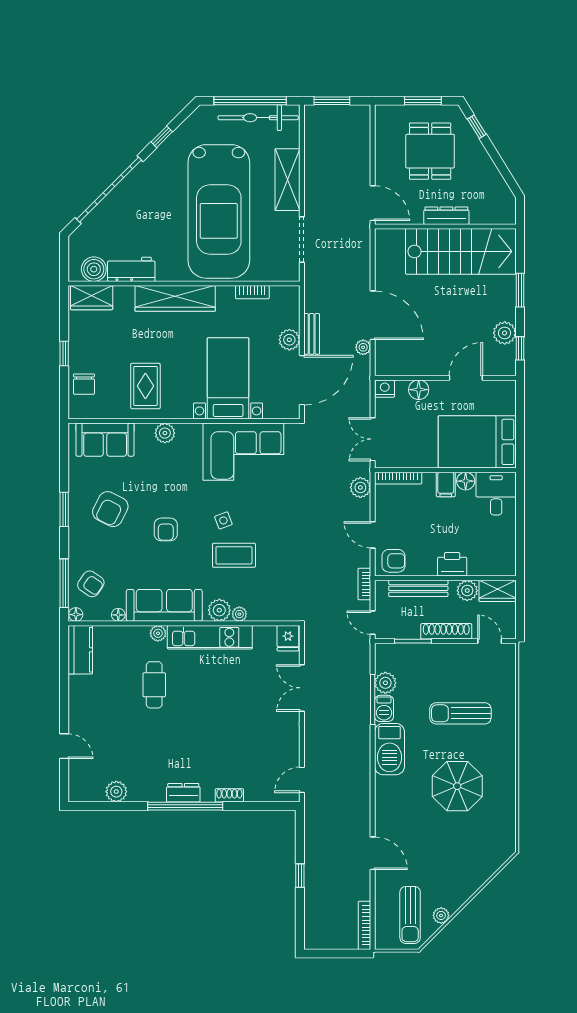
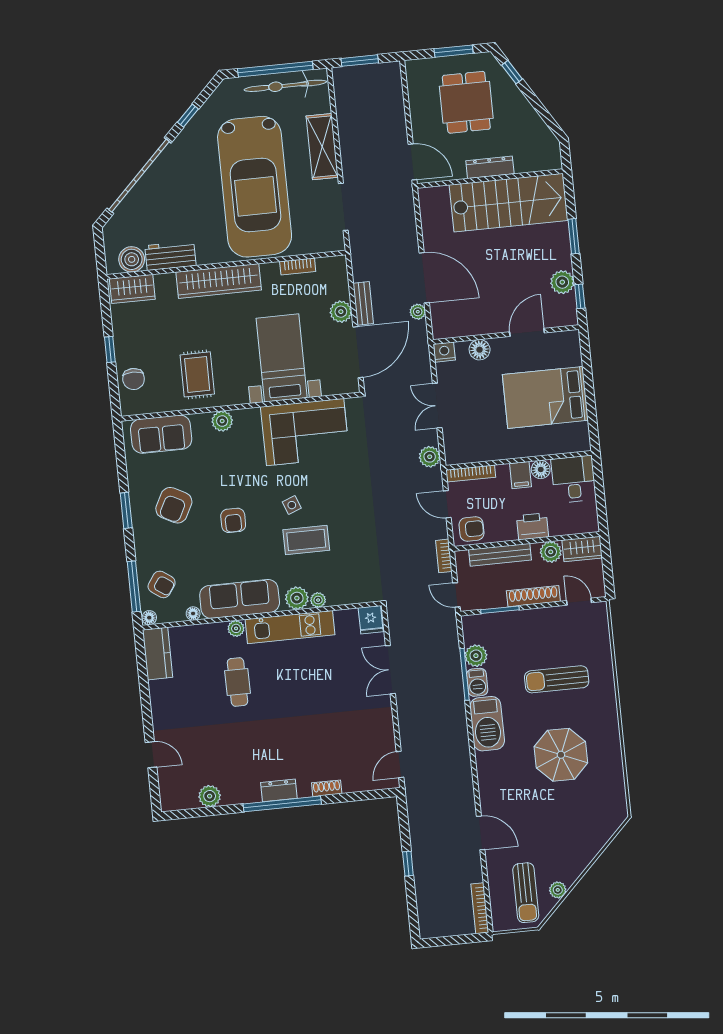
wall: (445, 470) -> (519, 460), moved
bookcase: (398, 478) -> (471, 474), moved
floor lamp: (466, 481) -> (541, 469), moved
filing cabinet: (446, 485) -> (521, 475), moved
desk: (496, 494) -> (573, 479), moved

